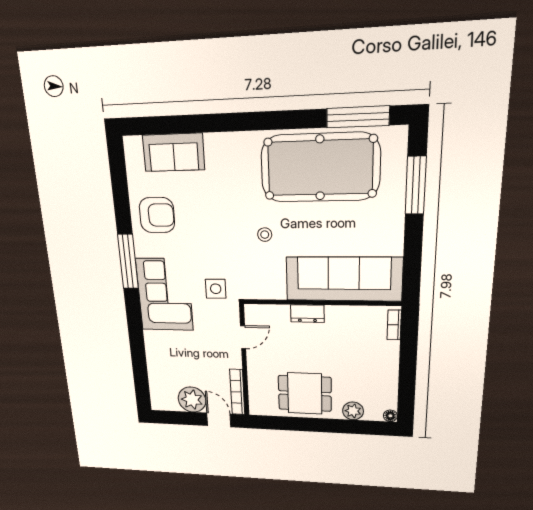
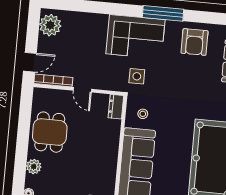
stool: (265, 235) -> (143, 114), moved
dresser: (307, 314) -> (116, 107), moved
door: (243, 337) -> (82, 90), moved
plant: (192, 400) -> (50, 25), moved

